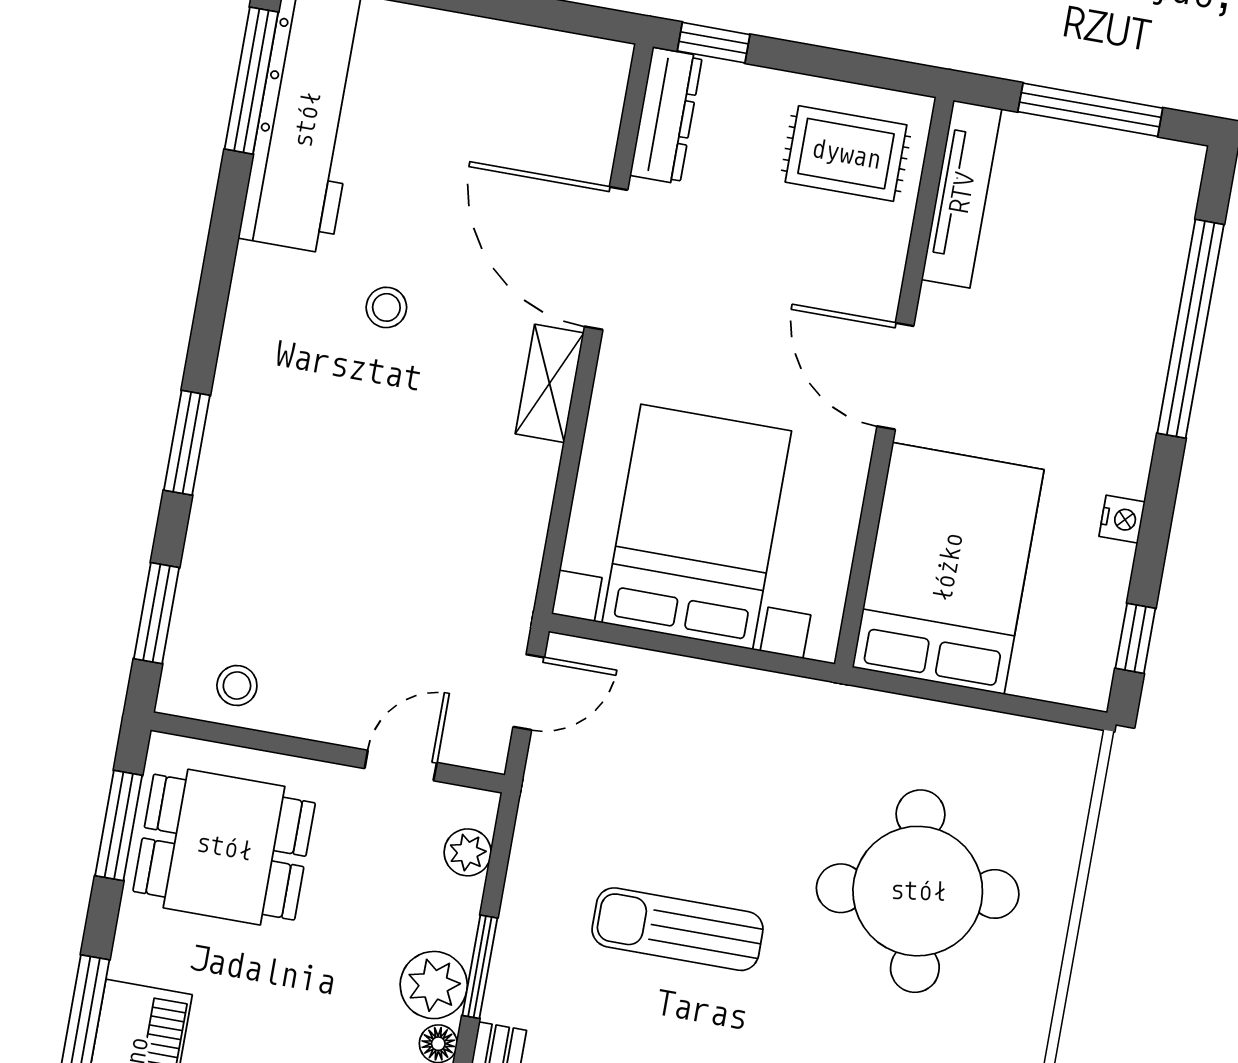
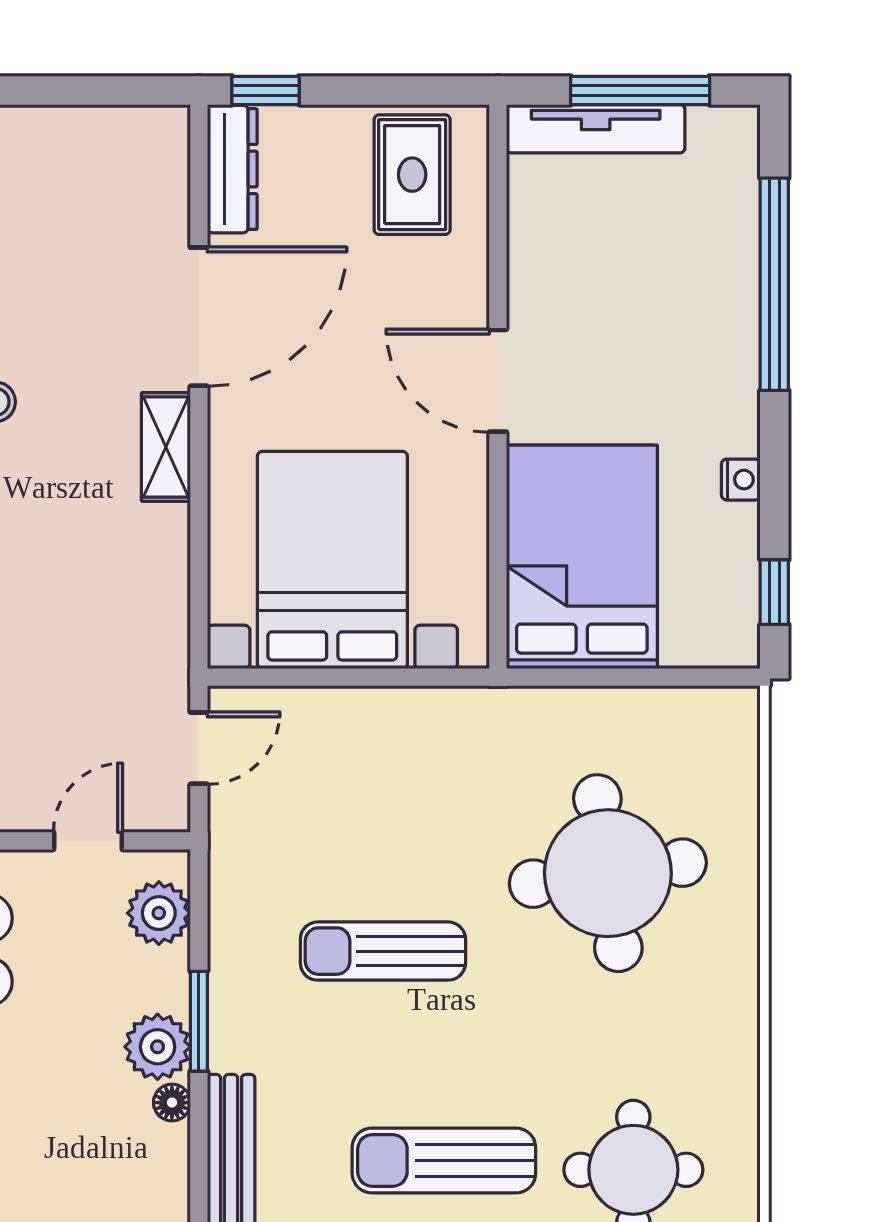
rug: (846, 154) -> (412, 175), turned 90
tv unit: (962, 194) -> (596, 129), moved, turned 90
door: (606, 258) -> (199, 317), swing flipped
plant: (468, 852) -> (159, 913), width x1.38, depth x1.38

